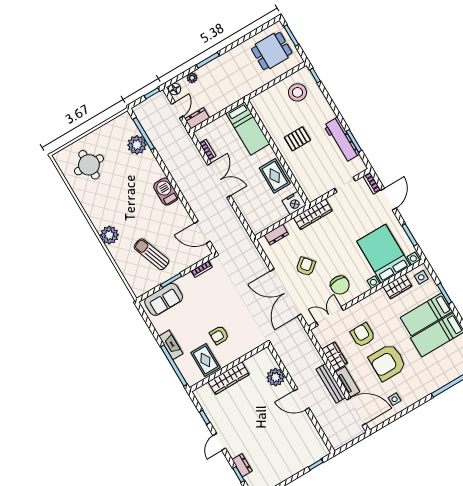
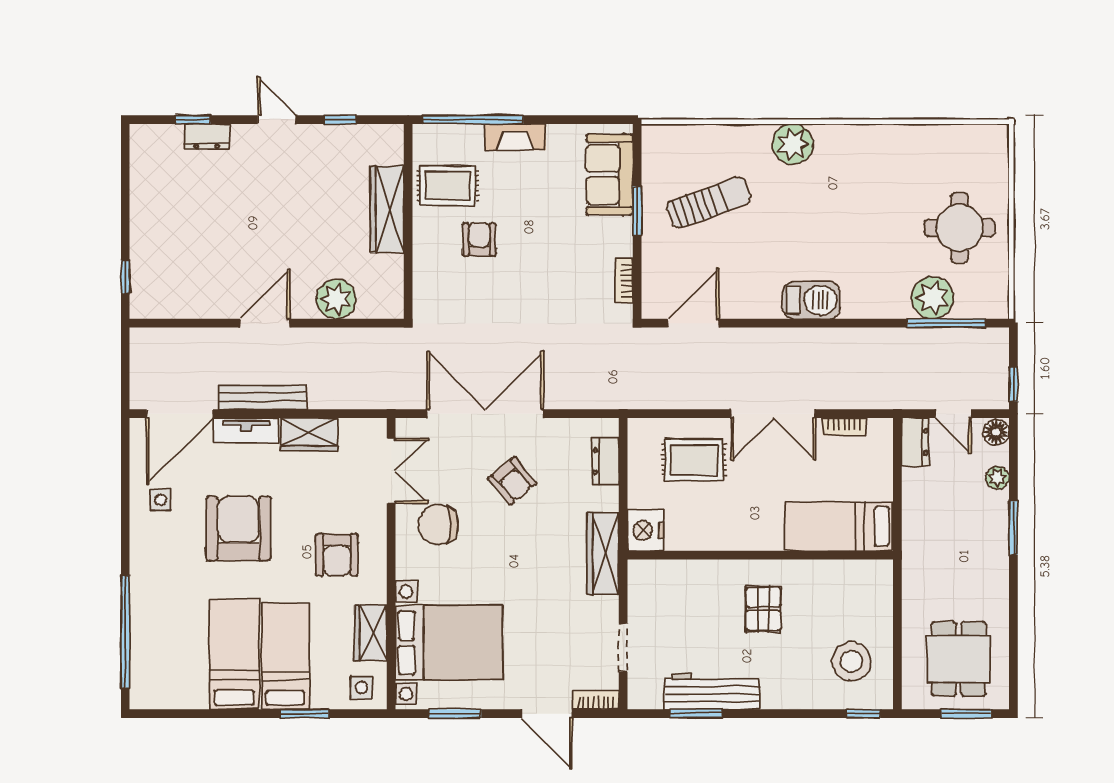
round table: (89, 165) -> (960, 228), moved
rug: (275, 176) -> (694, 460), moved
armchair: (363, 335) -> (337, 555), moved, turned 90

